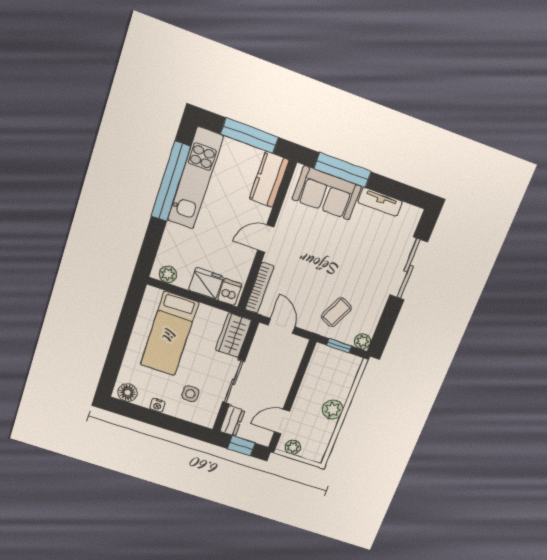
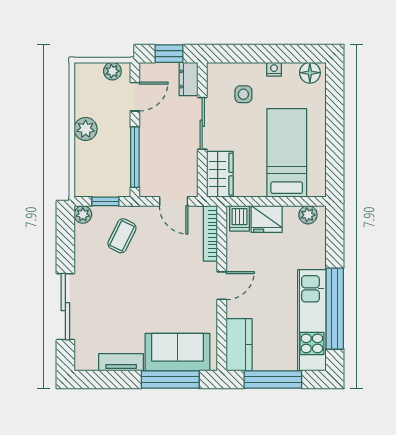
window: (300, 373) -> (135, 157), added

